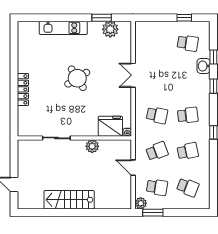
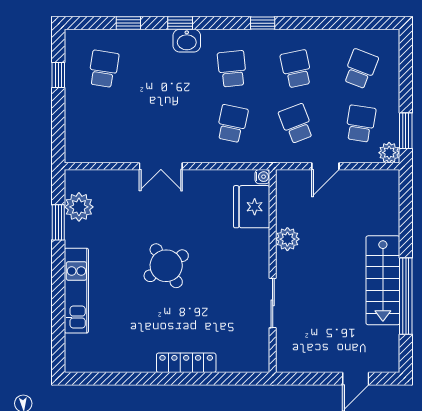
washbasin: (204, 66) -> (187, 41), moved
window: (60, 213) -> (406, 296), added

